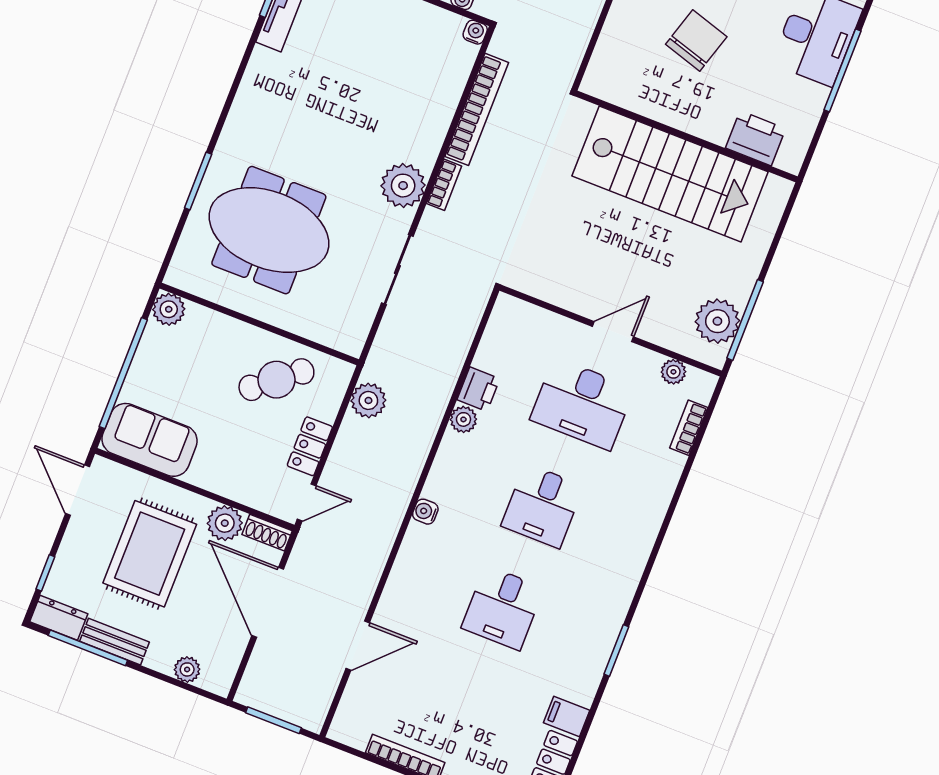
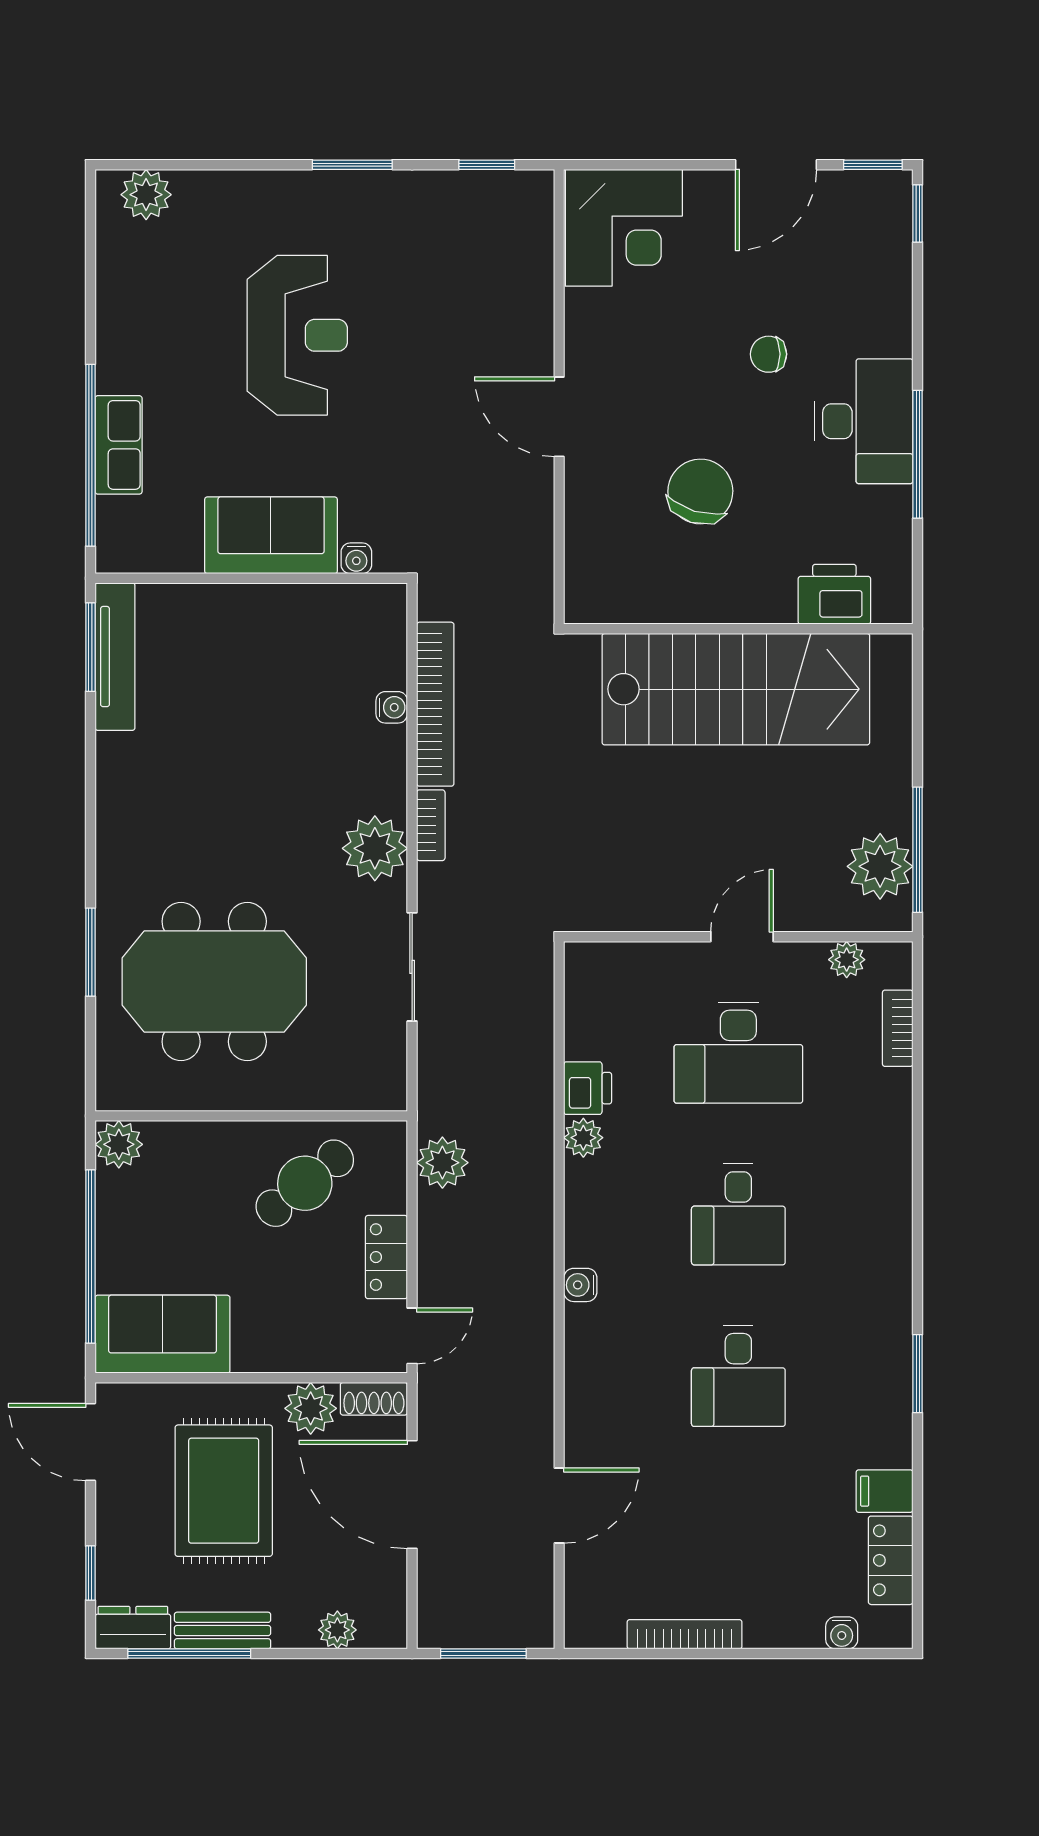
water cooler: (475, 32) -> (392, 707), moved, turned 90

